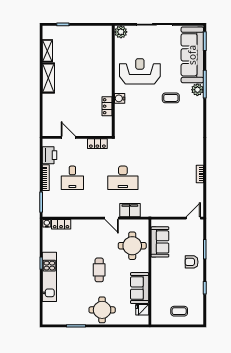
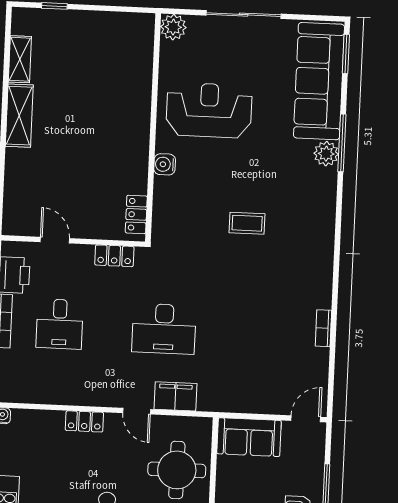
coffee table: (171, 98) -> (247, 223), moved
locker: (107, 106) -> (136, 214), moved
locker: (61, 224) -> (84, 421), moved
sofa: (160, 242) -> (249, 437), moved, turned 90

